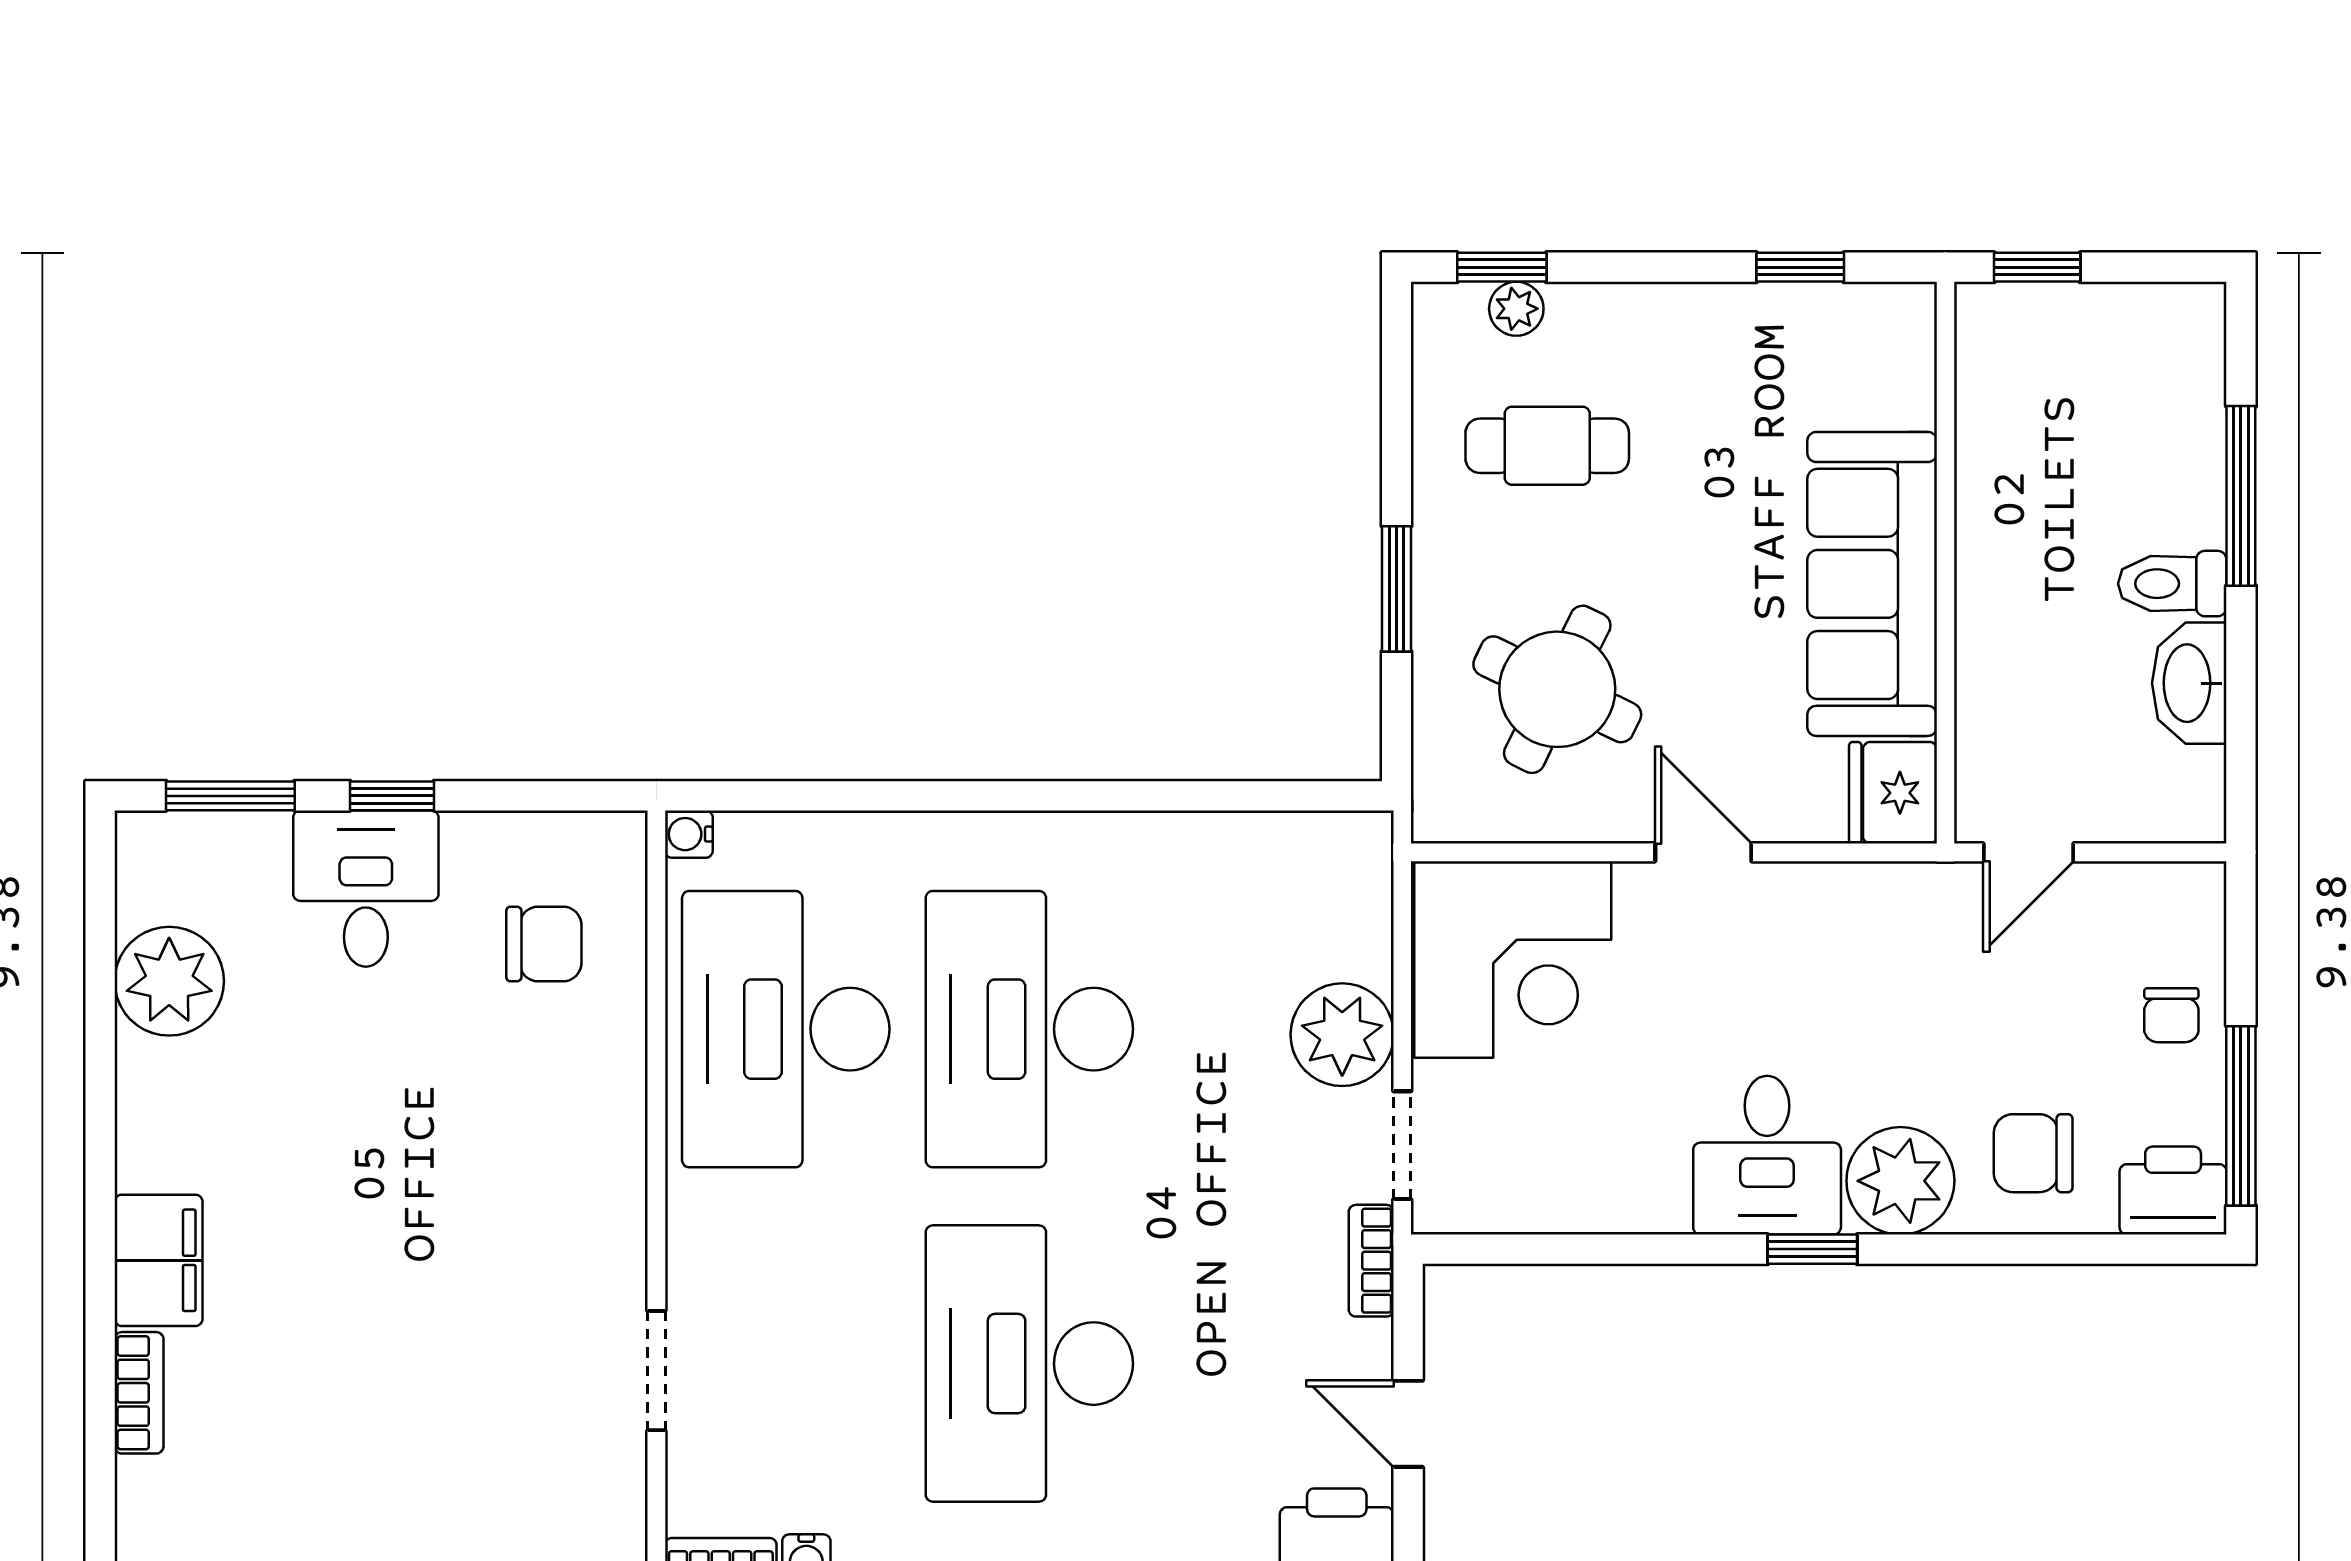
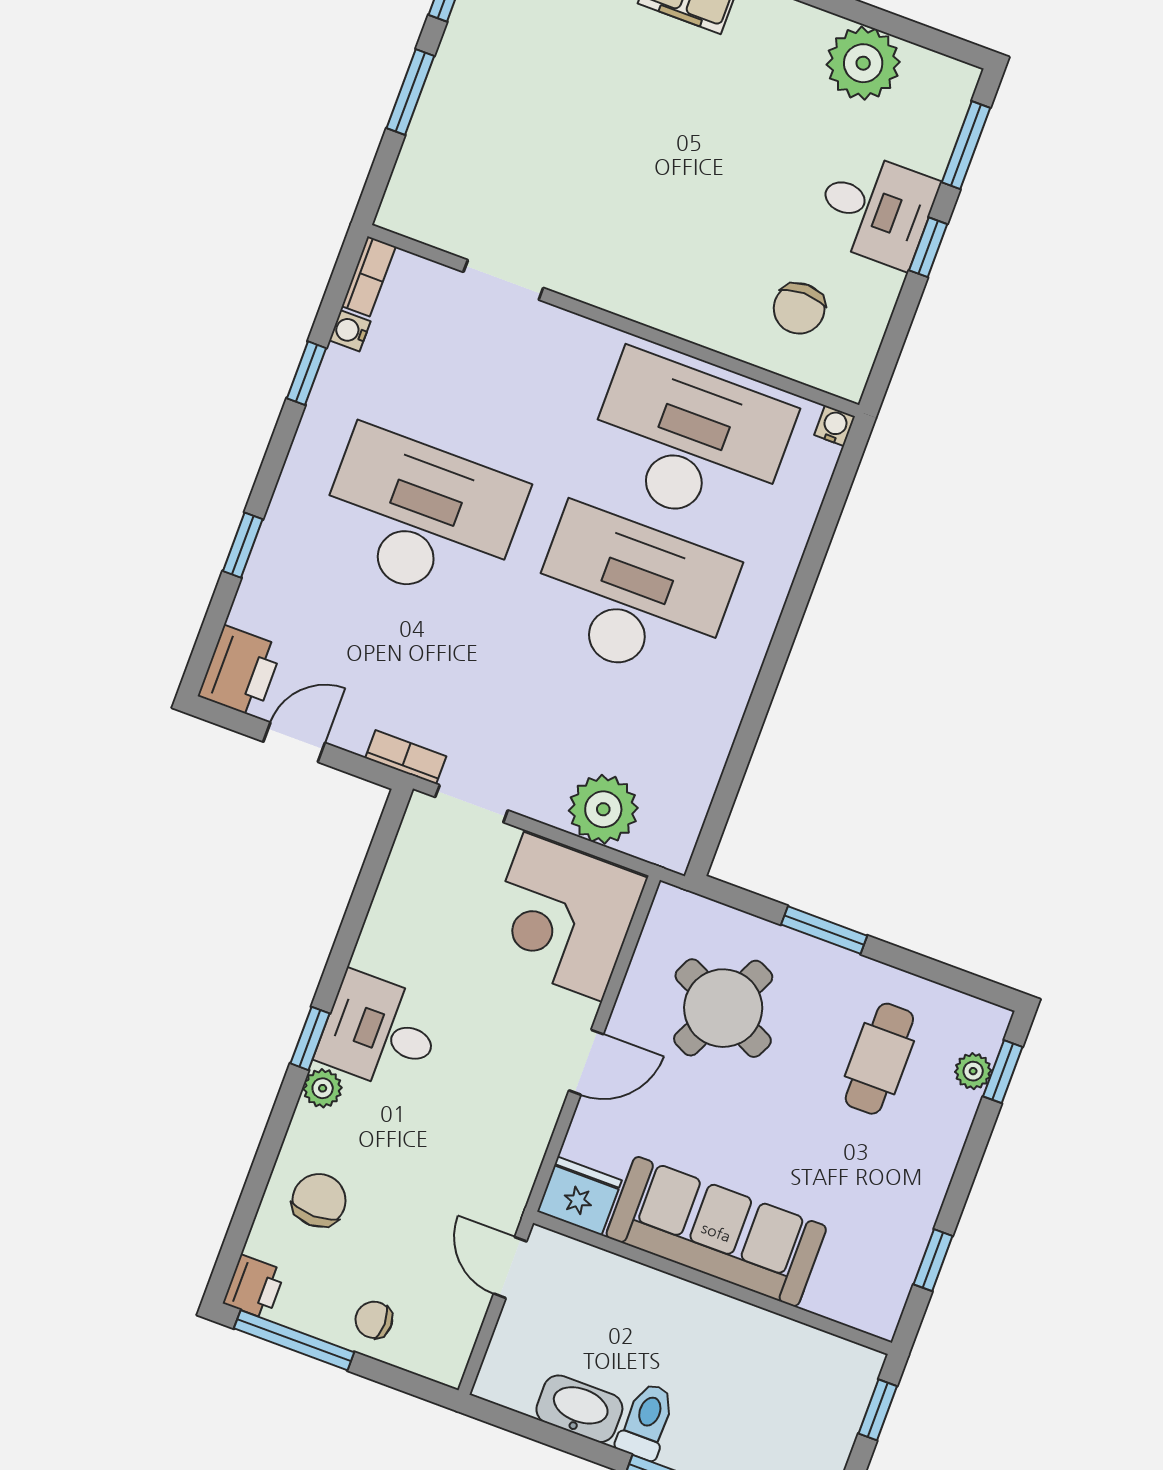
plant: (1342, 1035) -> (603, 809), moved
plant: (1900, 1181) -> (323, 1088), width x0.53, depth x0.53
printer: (2173, 1191) -> (254, 1287), width x0.73, depth x0.81

